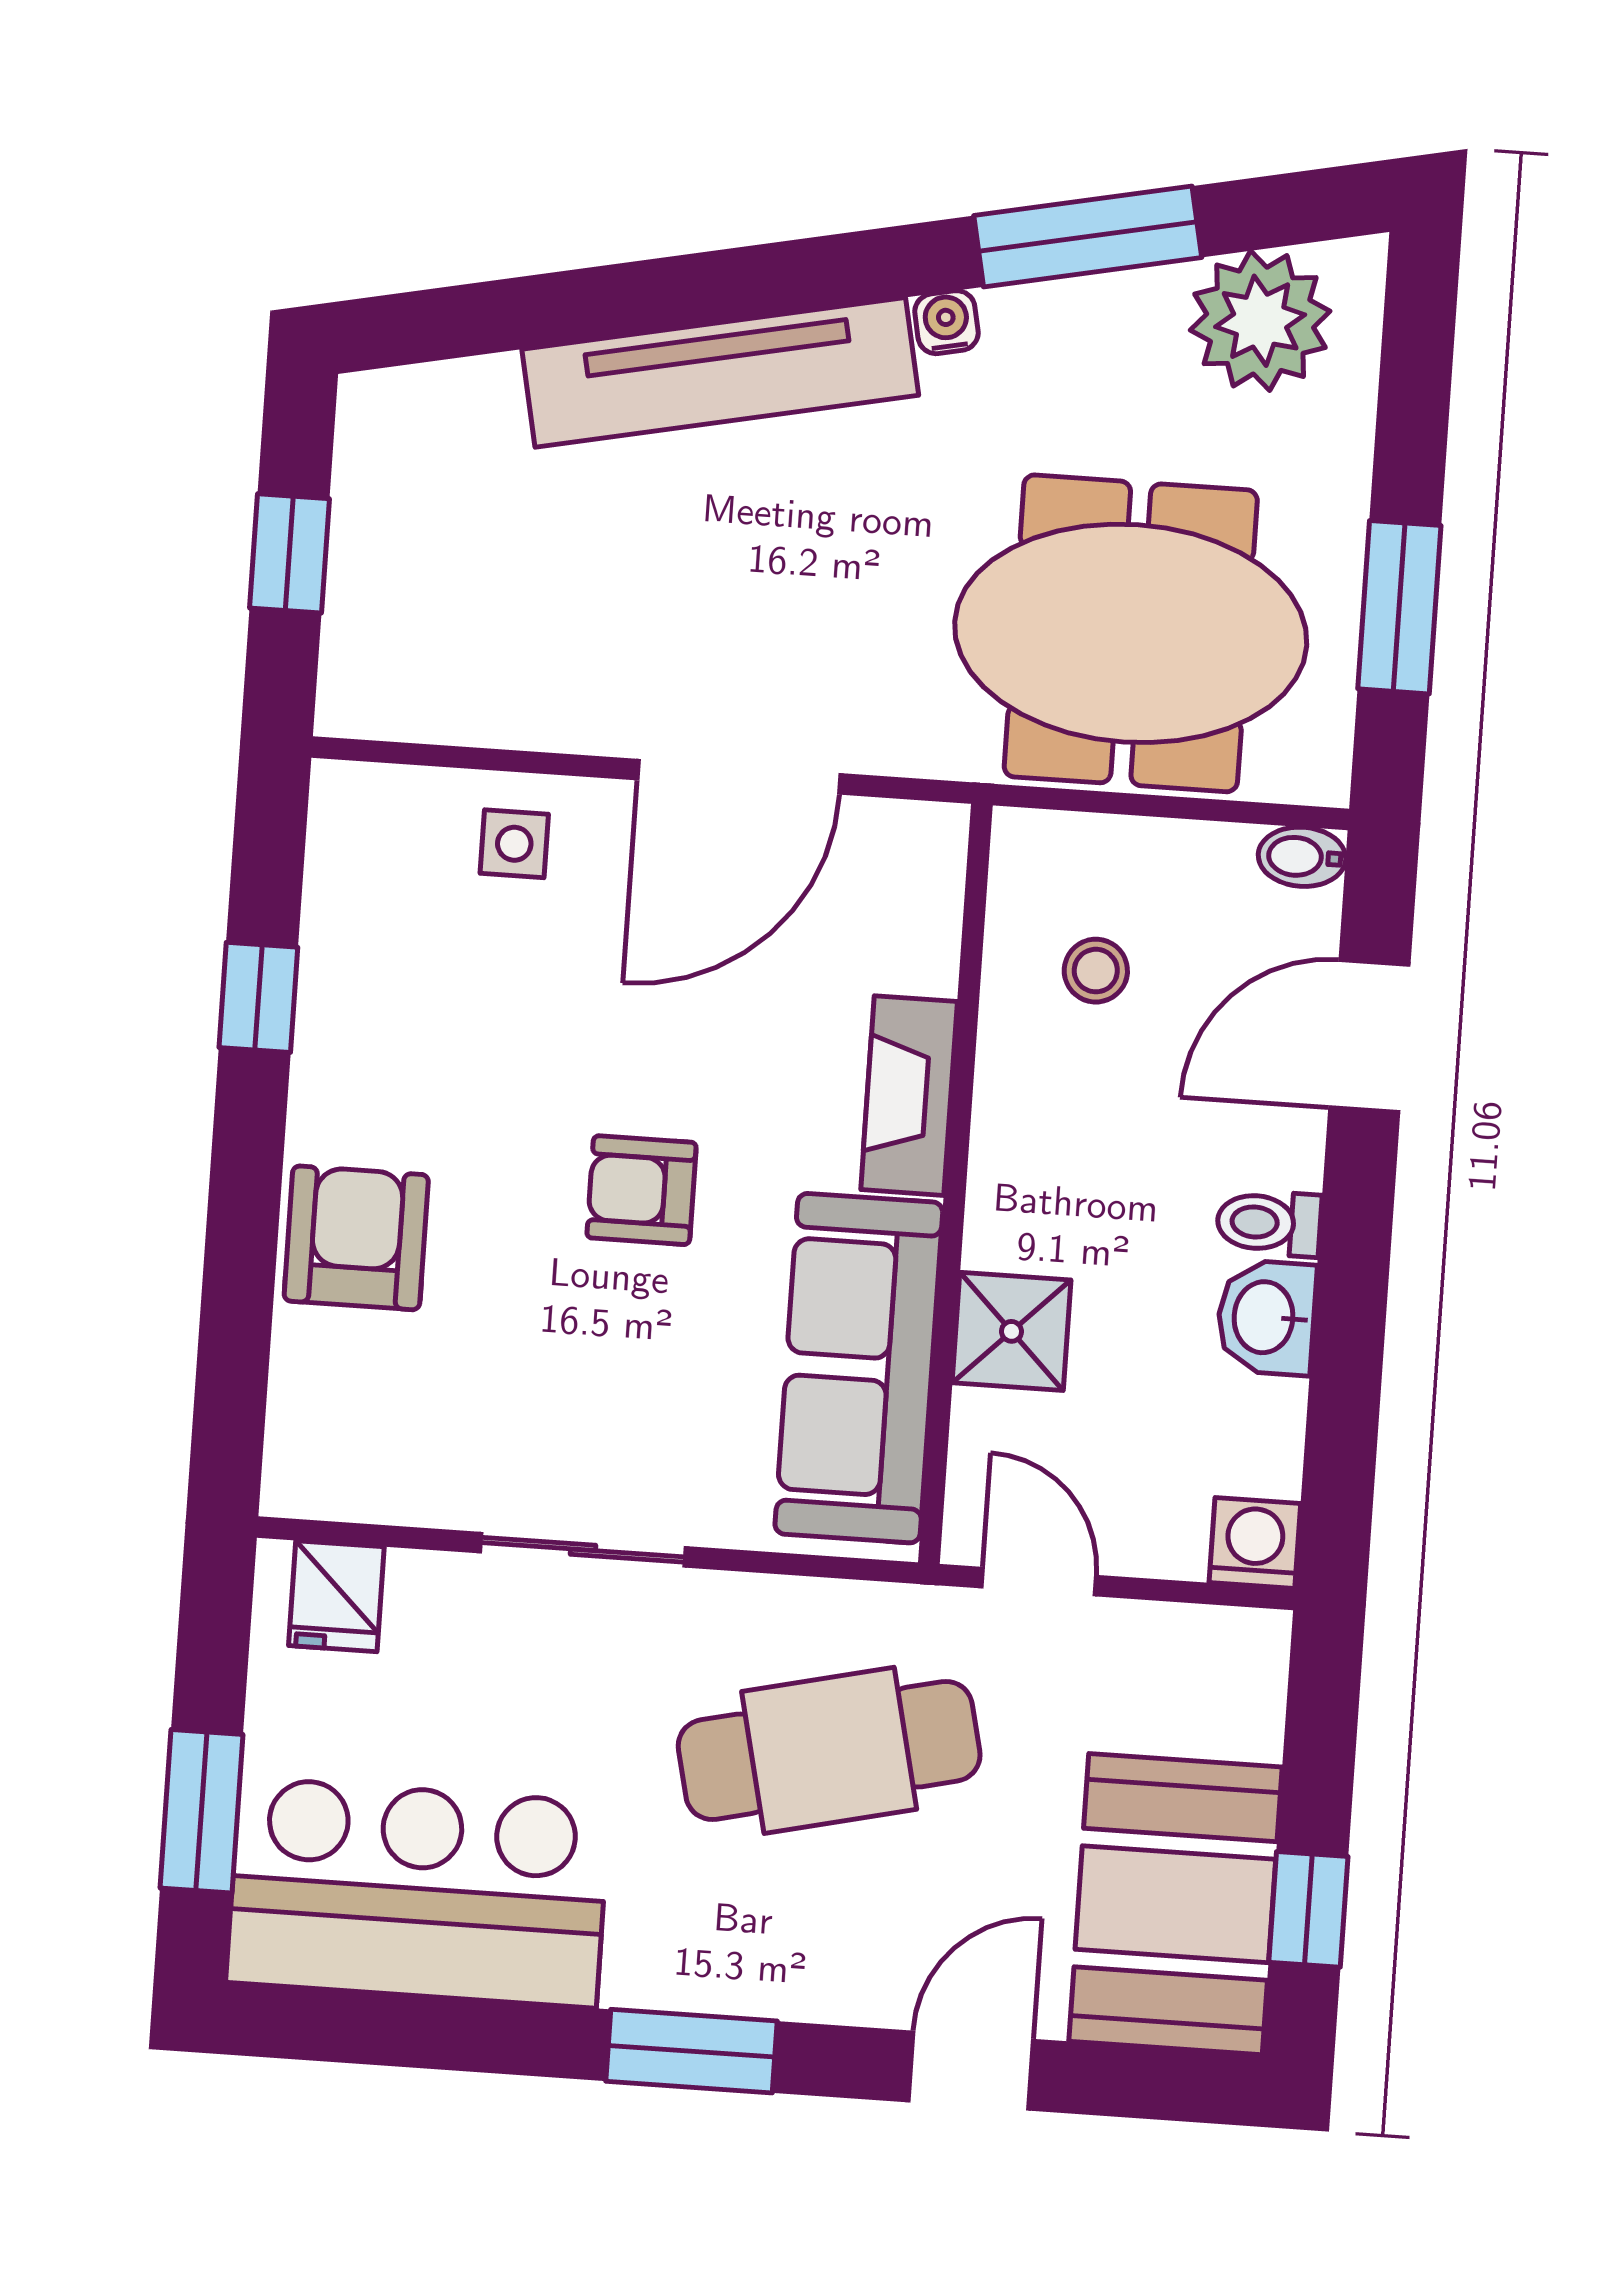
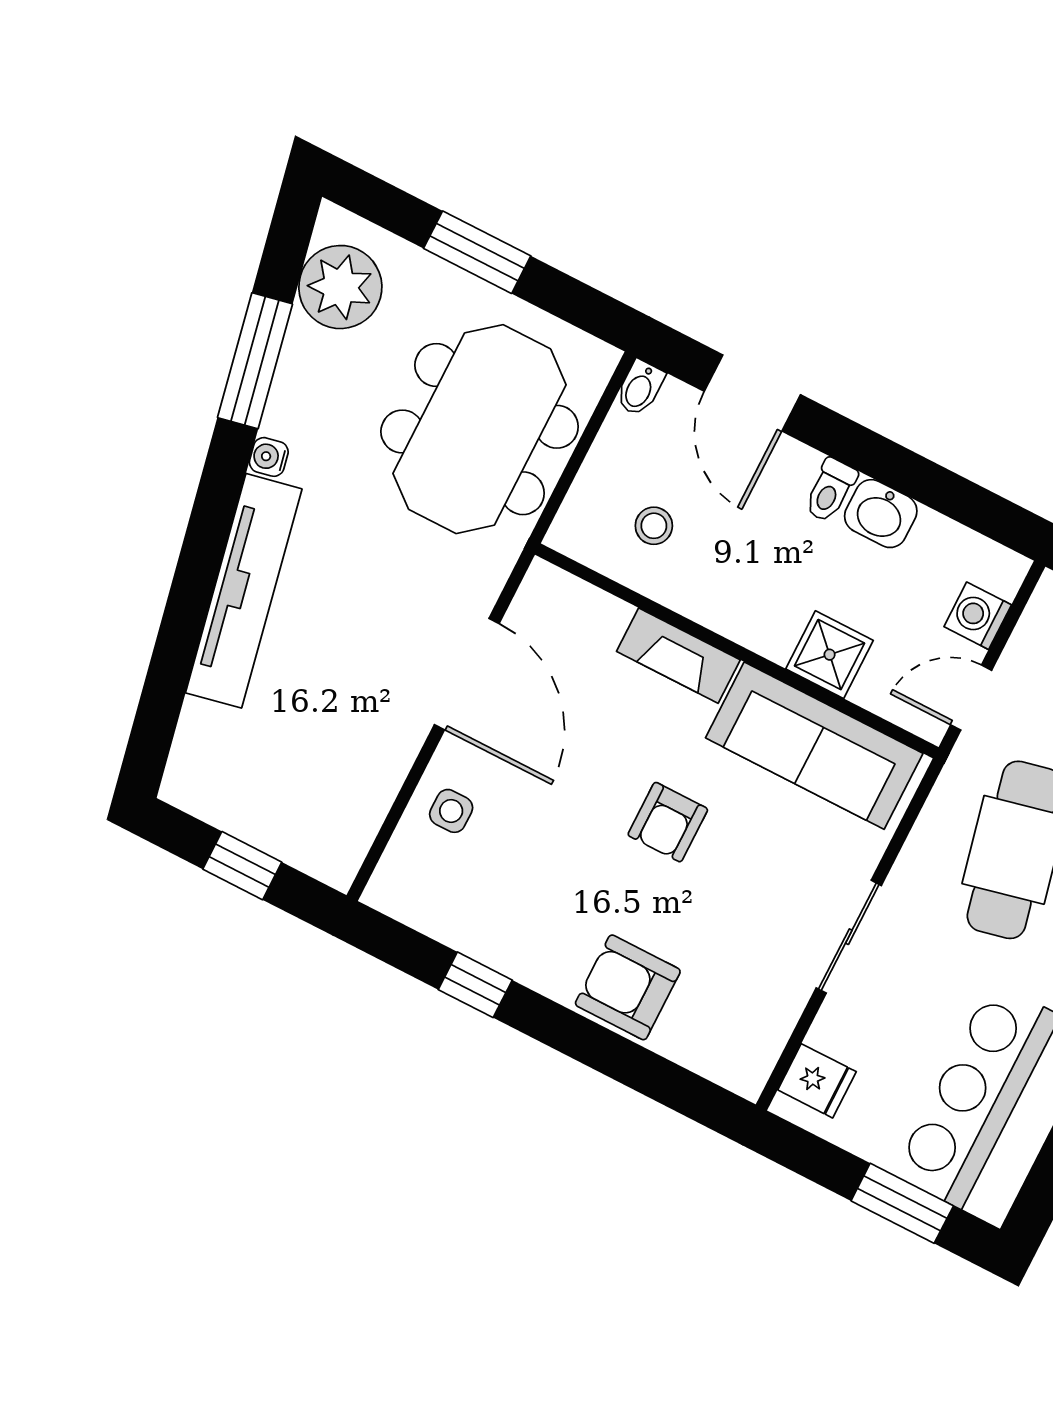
window: (1399, 607) -> (477, 252), moved
washing machine: (1255, 1543) -> (978, 616), moved

